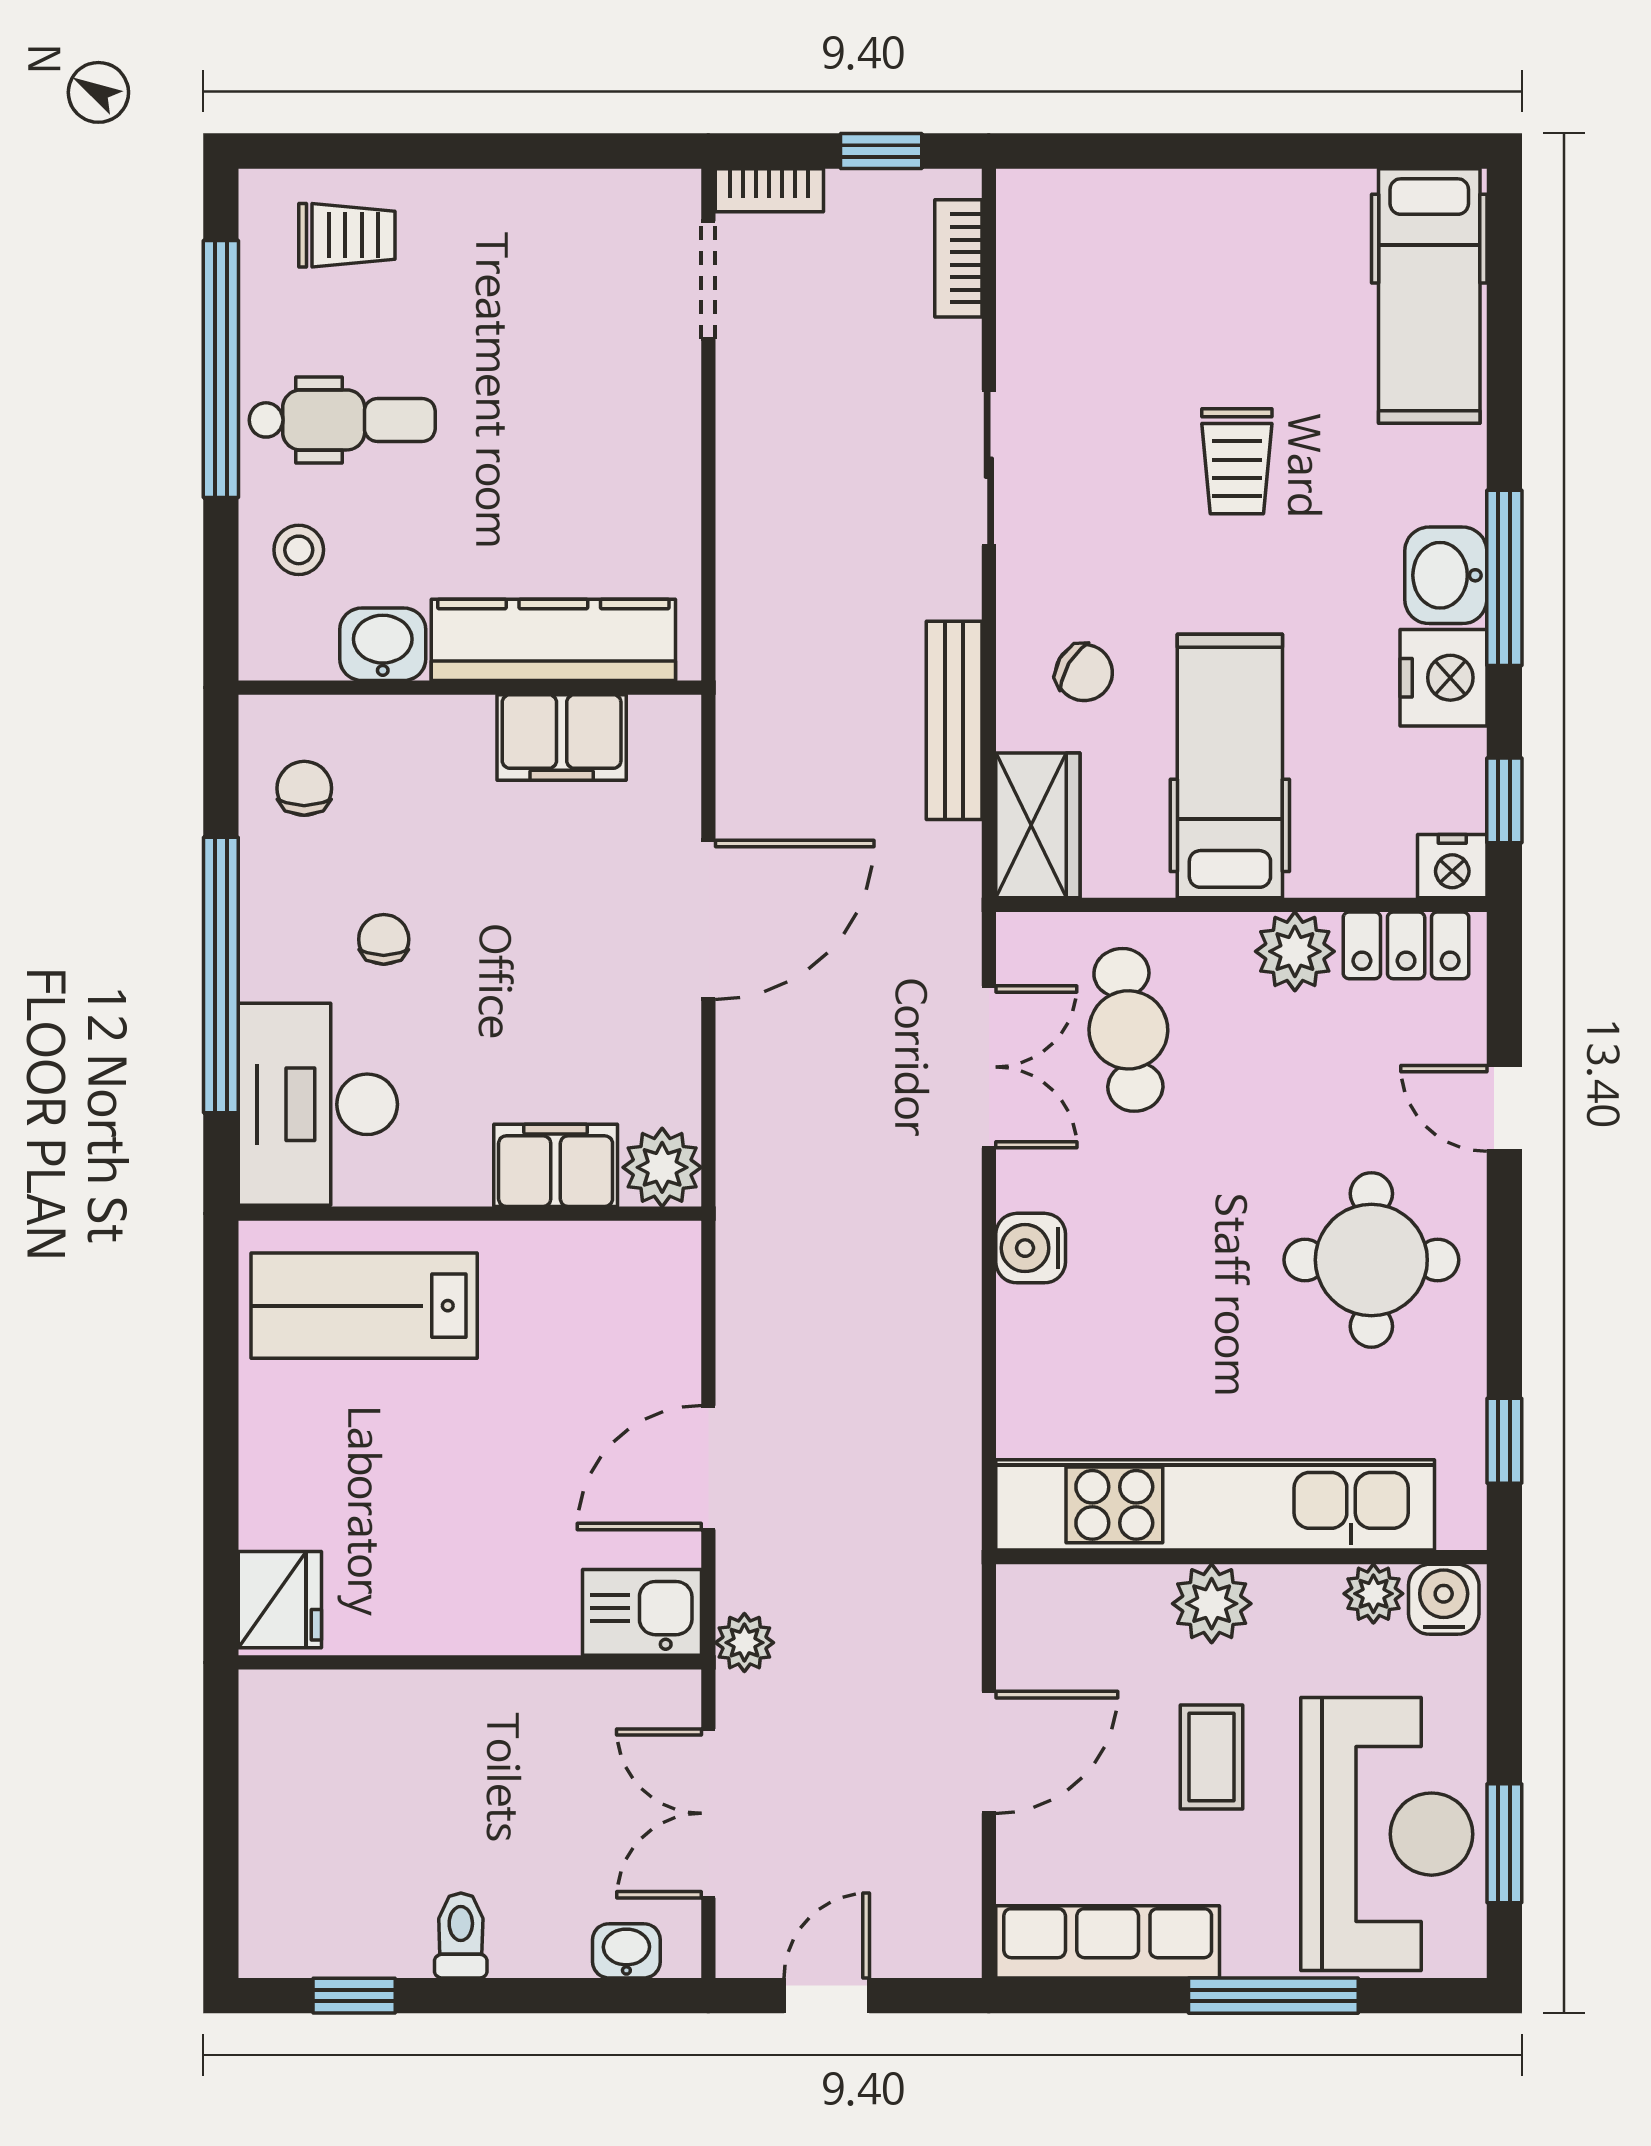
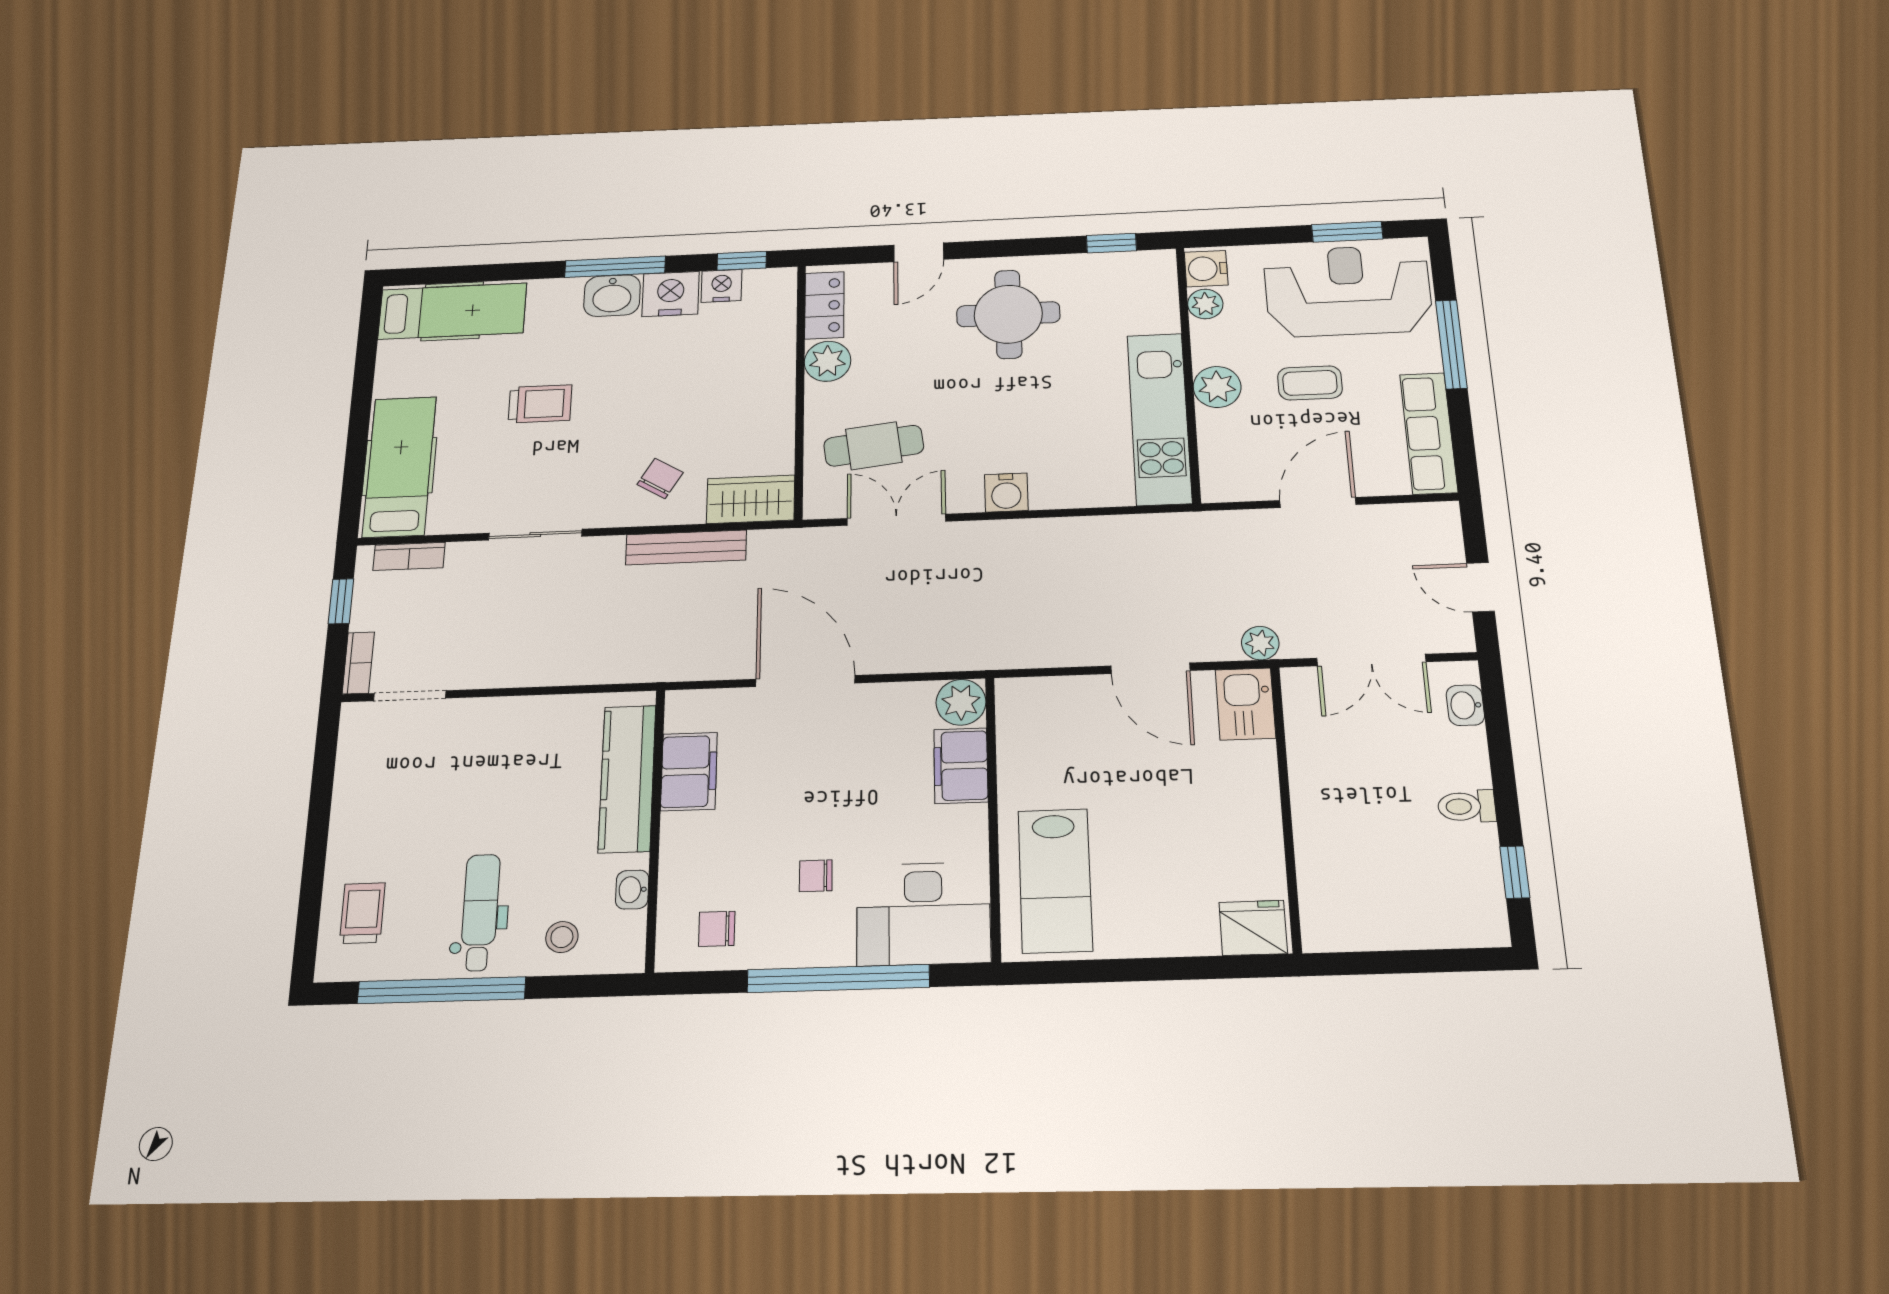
washbasin: (383, 644) -> (632, 890), width x0.72, depth x0.69
hospital bed: (1230, 766) -> (400, 466), moved, turned 90
nightstand: (1452, 866) -> (722, 286), moved, turned -90
kitchen unit: (1215, 1505) -> (1159, 418), width x0.73
door: (989, 1752) -> (1318, 503), hinge flipped

